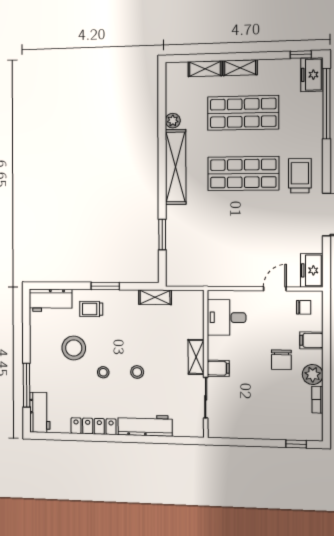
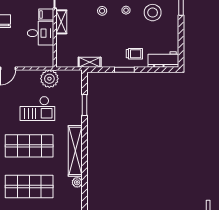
checkout: (231, 229) -> (37, 108), added
plant: (213, 273) -> (49, 79), added
desk: (227, 317) -> (41, 33), moved
stool: (74, 348) -> (153, 13), moved

